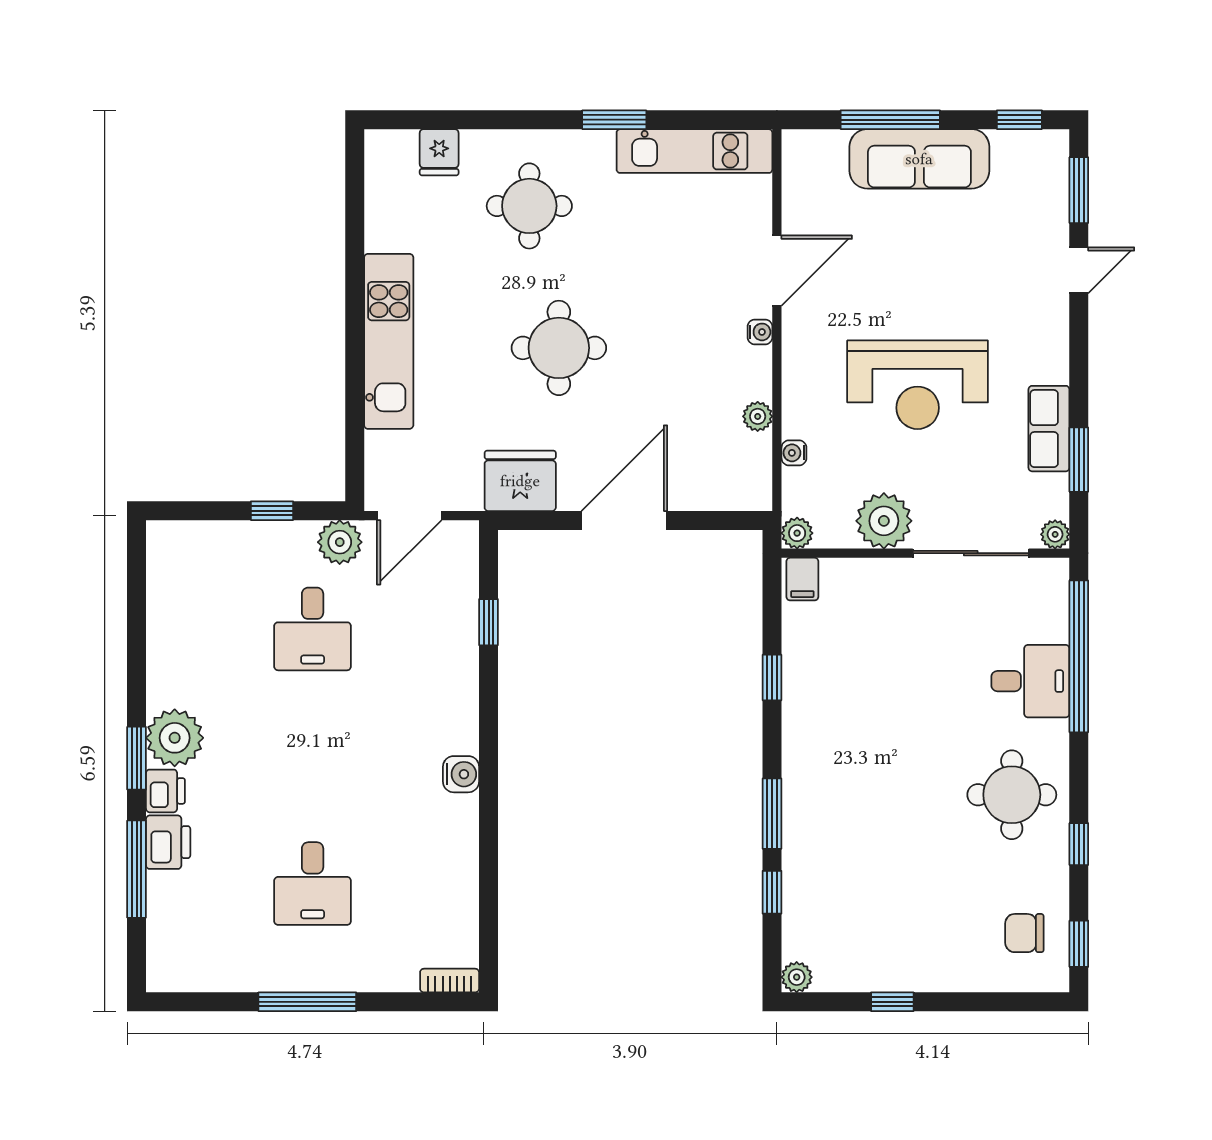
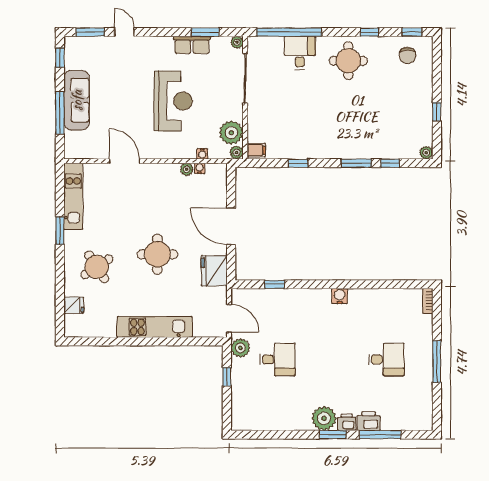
round table: (529, 206) -> (97, 267), turned -33
water cooler: (760, 332) -> (200, 168), moved
plant: (884, 521) -> (231, 133), moved

